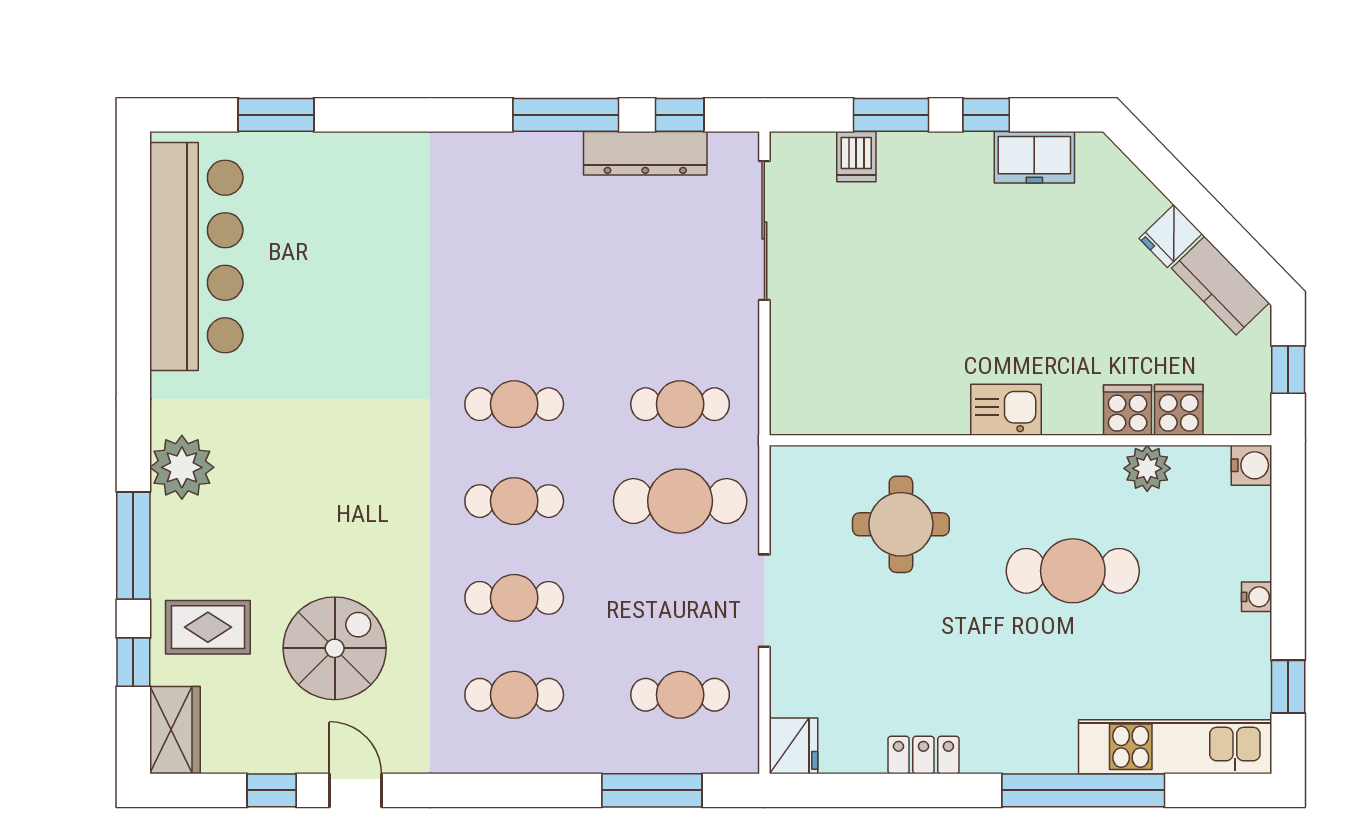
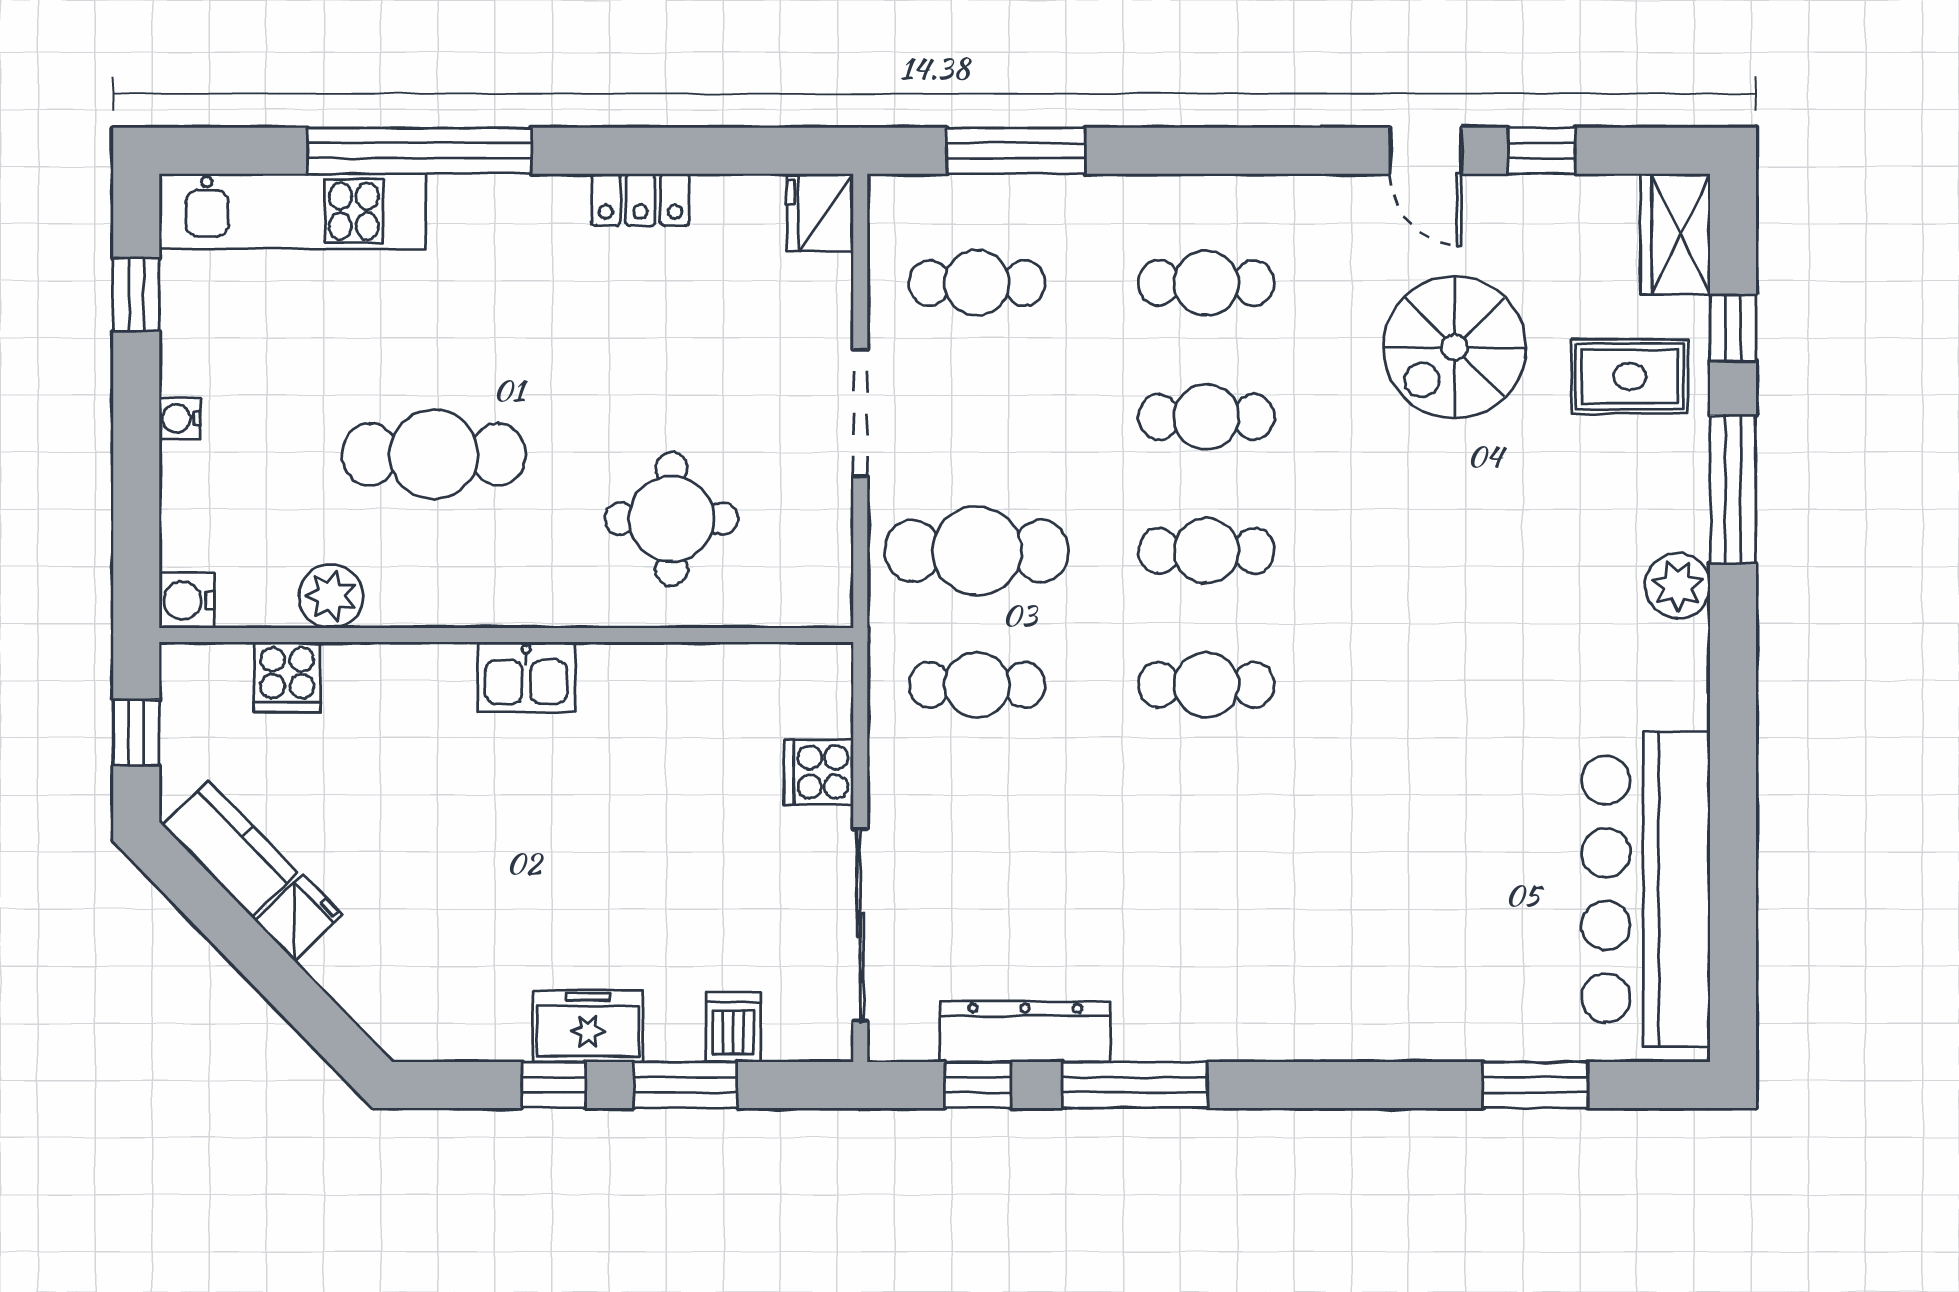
freezer: (1034, 157) -> (588, 1026), moved
cooker: (1128, 410) -> (819, 772), moved, turned 90
plant: (182, 467) -> (1678, 586), width x0.73, depth x0.73

